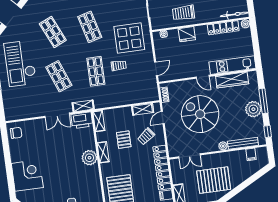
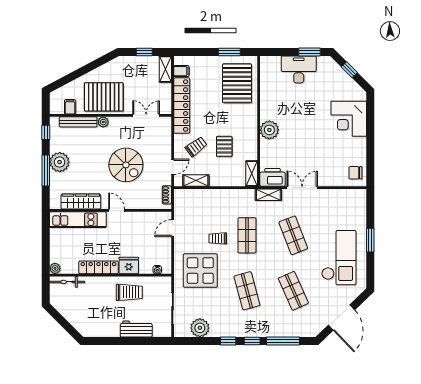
locker: (223, 28) -> (98, 267), moved
spiral stairs: (200, 114) -> (126, 165), width x0.73, depth x0.73
shelving: (103, 152) -> (252, 134), removed
pallet: (214, 180) -> (104, 97), moved

